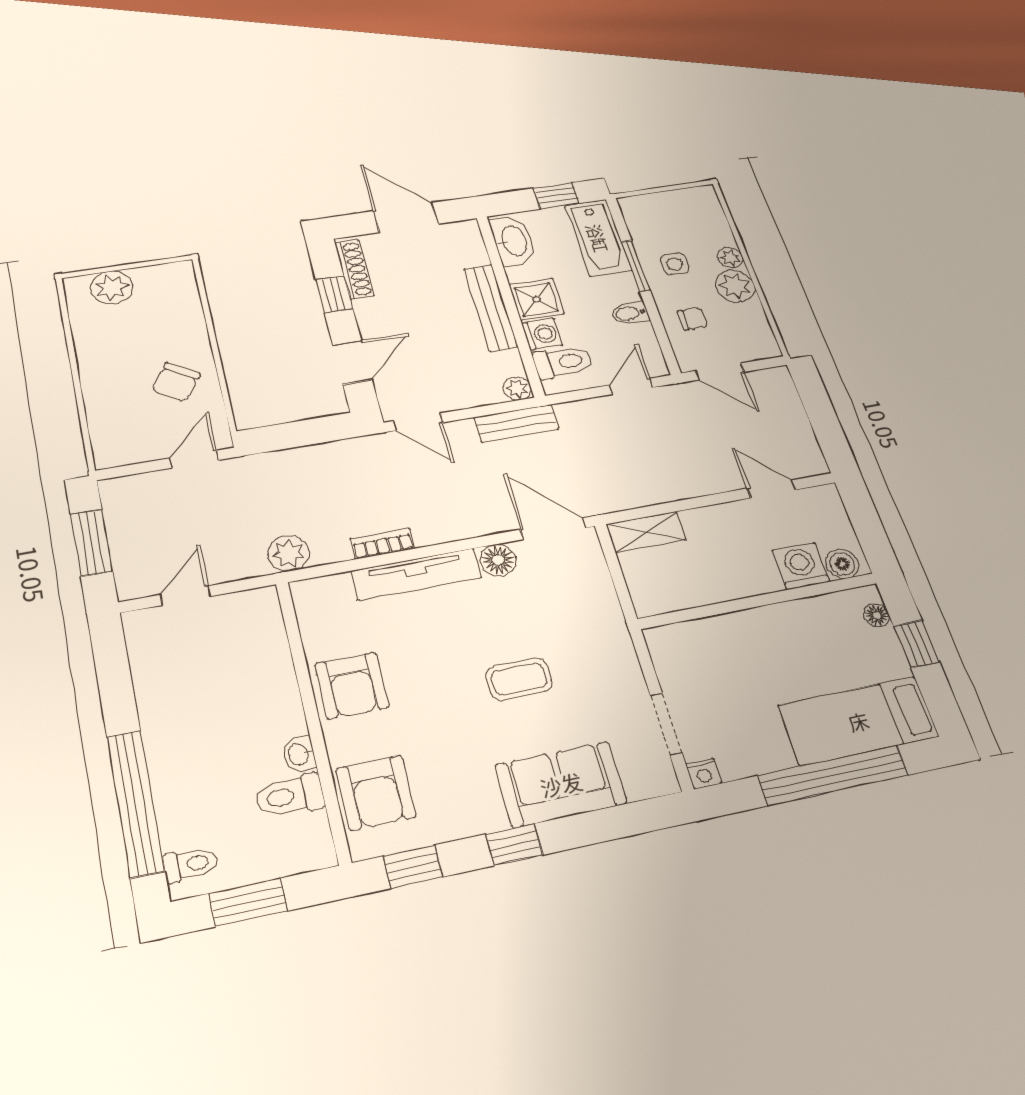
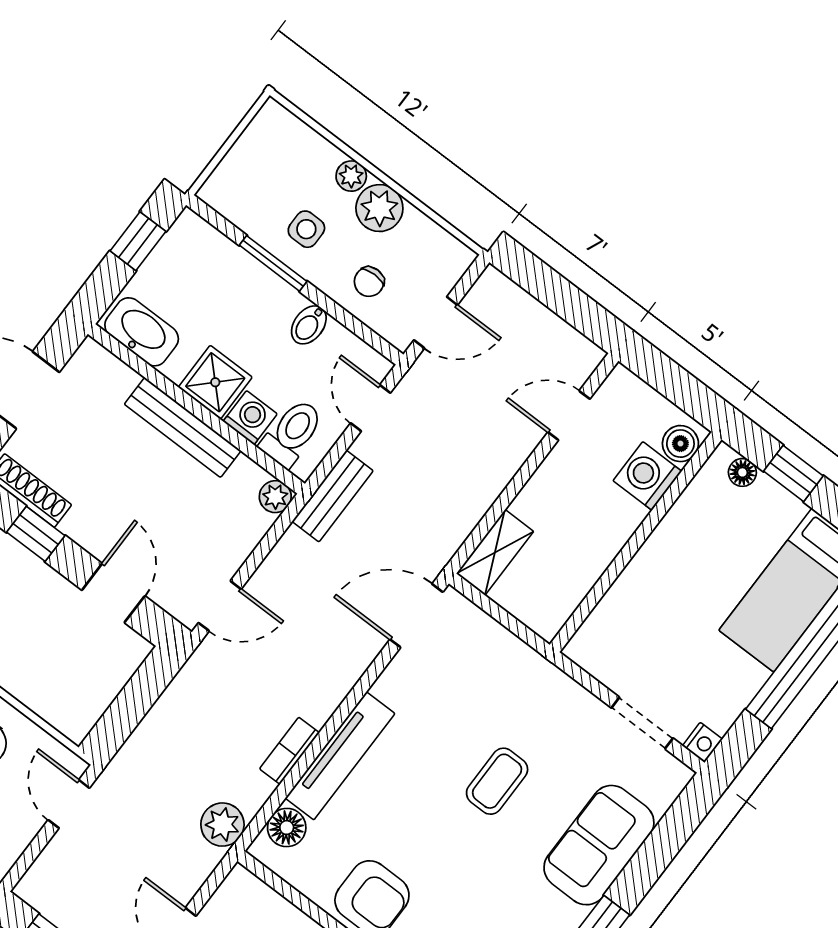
bathtub: (598, 238) -> (214, 259), removed
chair: (693, 319) -> (369, 282), turned 180
bench: (516, 423) -> (333, 496), moved
floor lamp: (498, 560) -> (287, 828), moved

